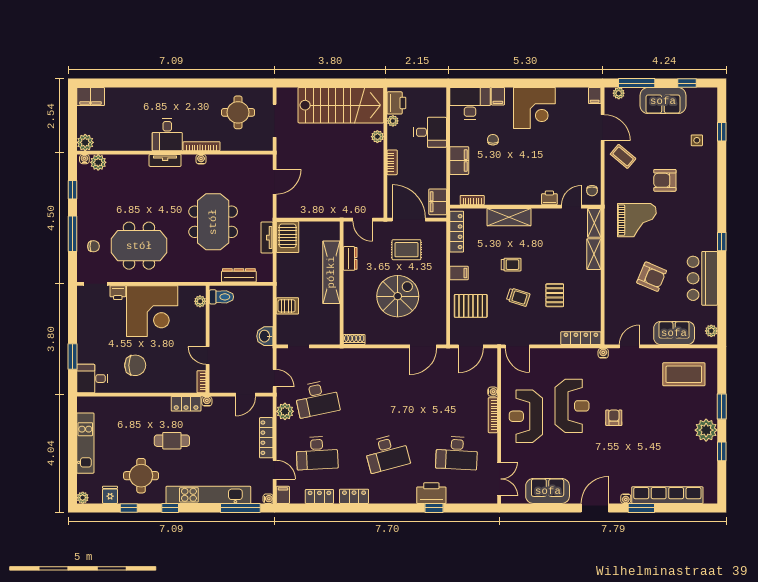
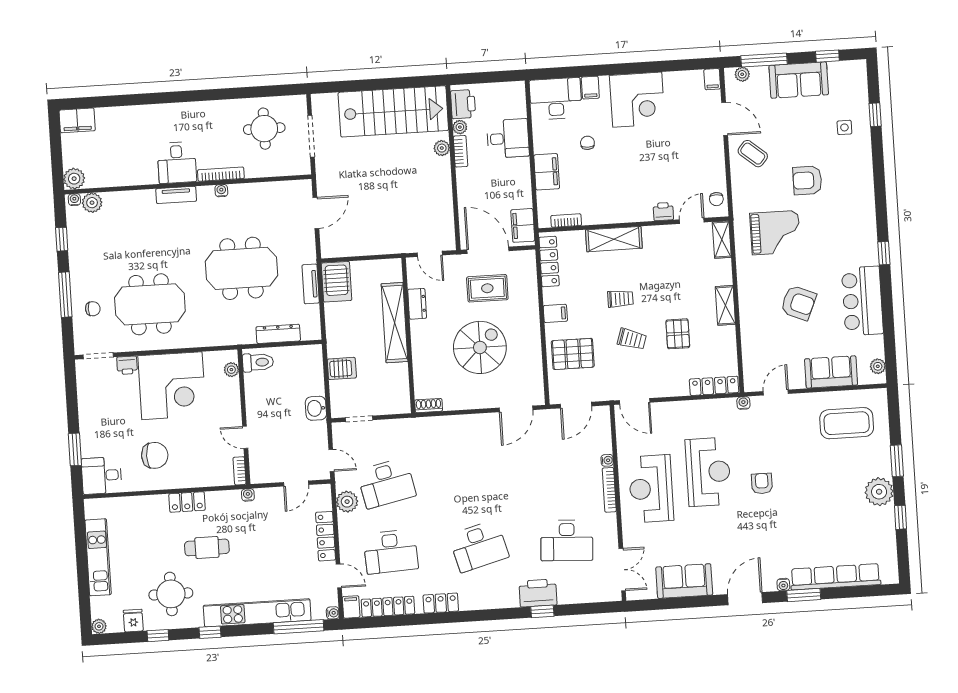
bookcase: (392, 162) -> (461, 151), moved
meeting table: (213, 222) -> (241, 268), turned 90
shelving: (594, 254) -> (725, 305), moved
locker: (186, 404) -> (187, 502), moved
locker: (319, 496) -> (388, 607), width x1.53

